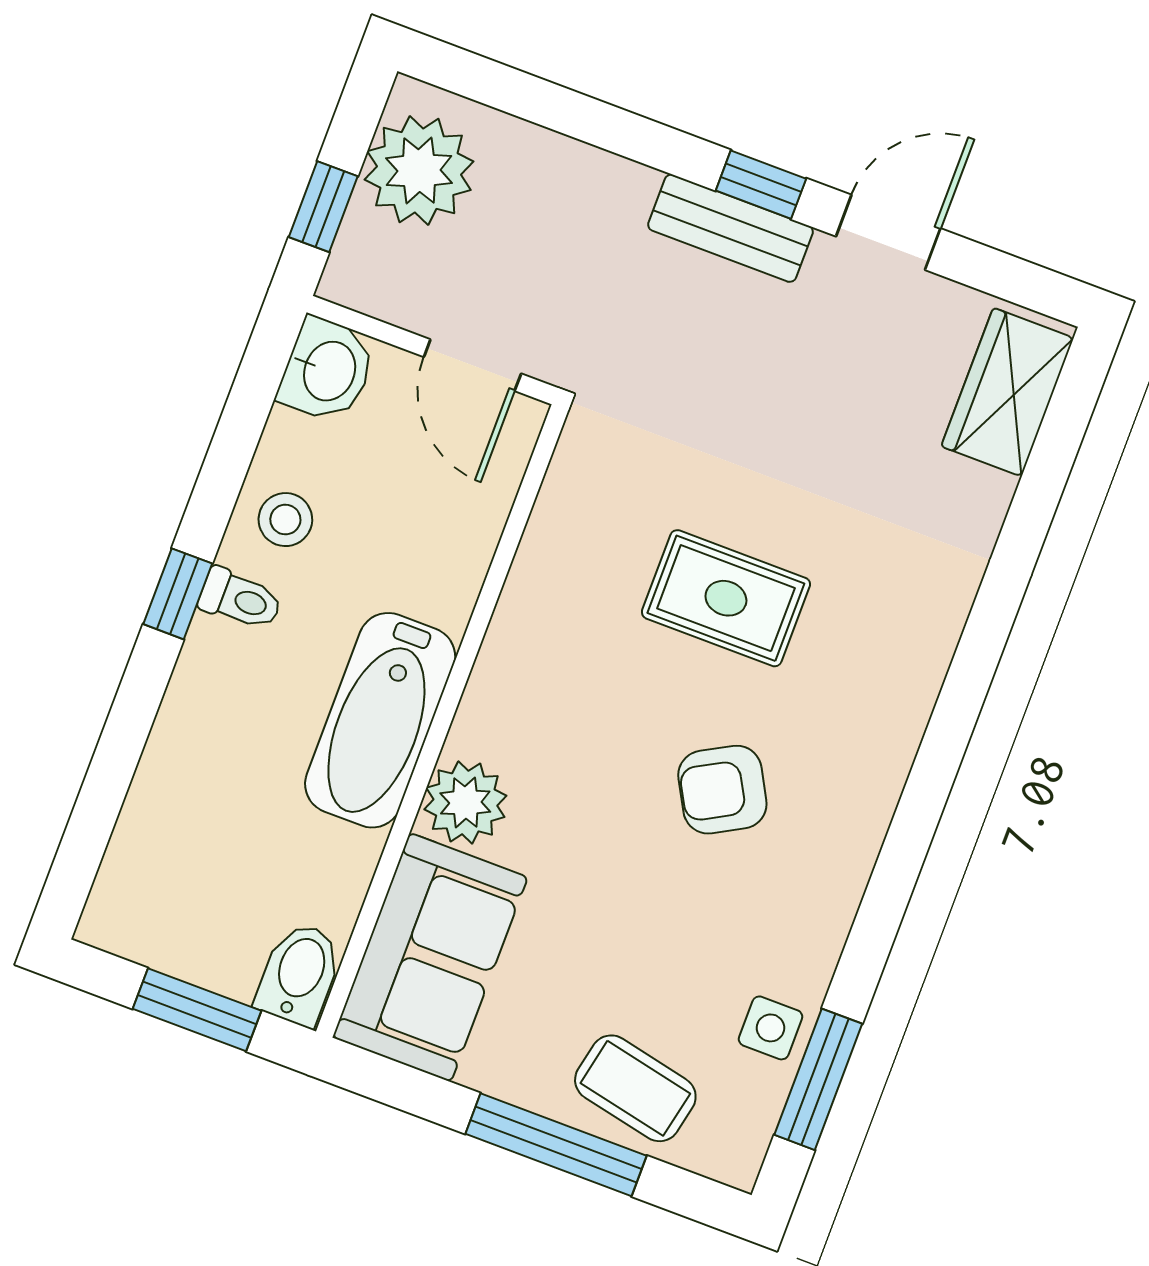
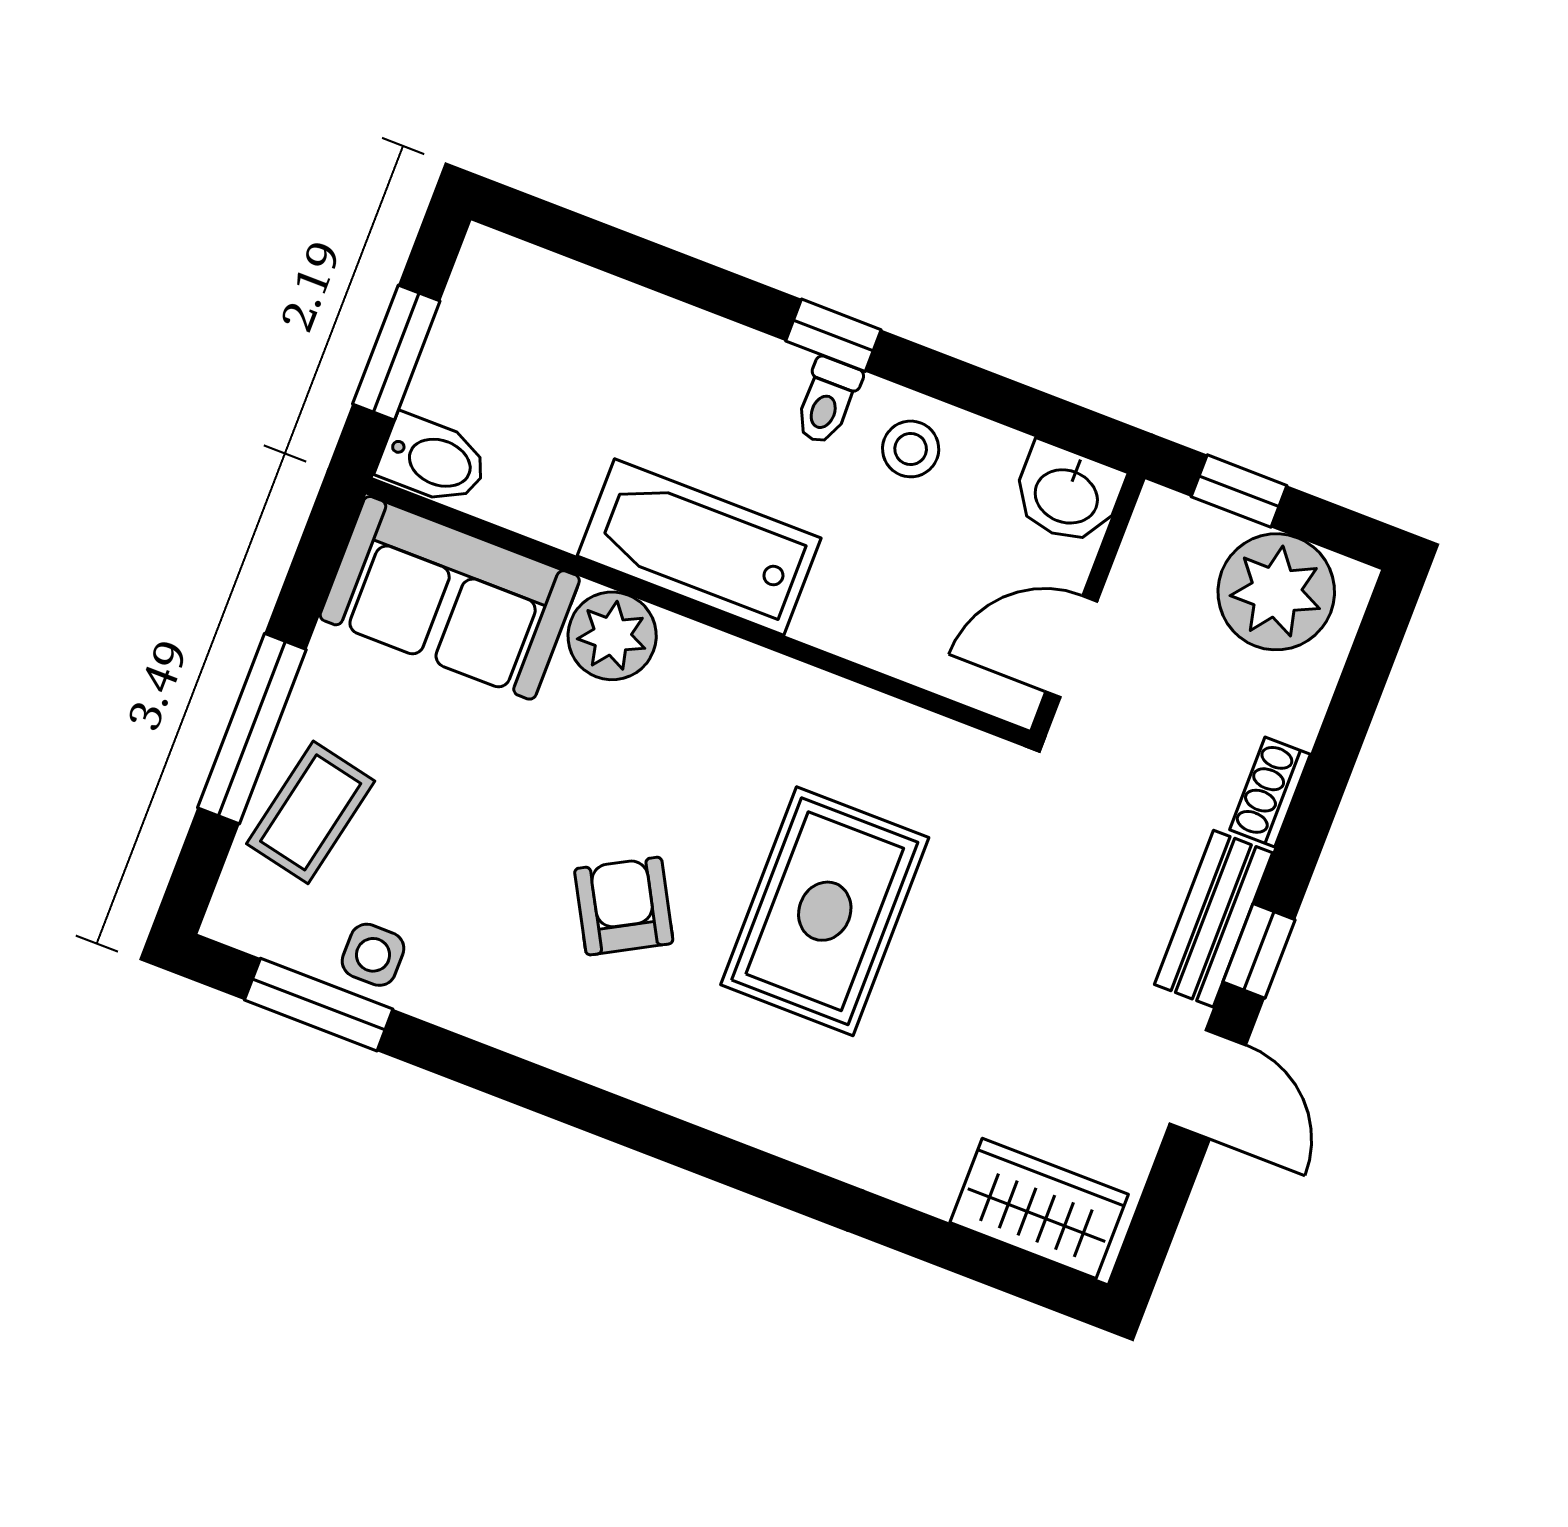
shoe rack: (610, 175) -> (1270, 792), added
rug: (726, 598) -> (825, 911), width x1.36, depth x1.43

